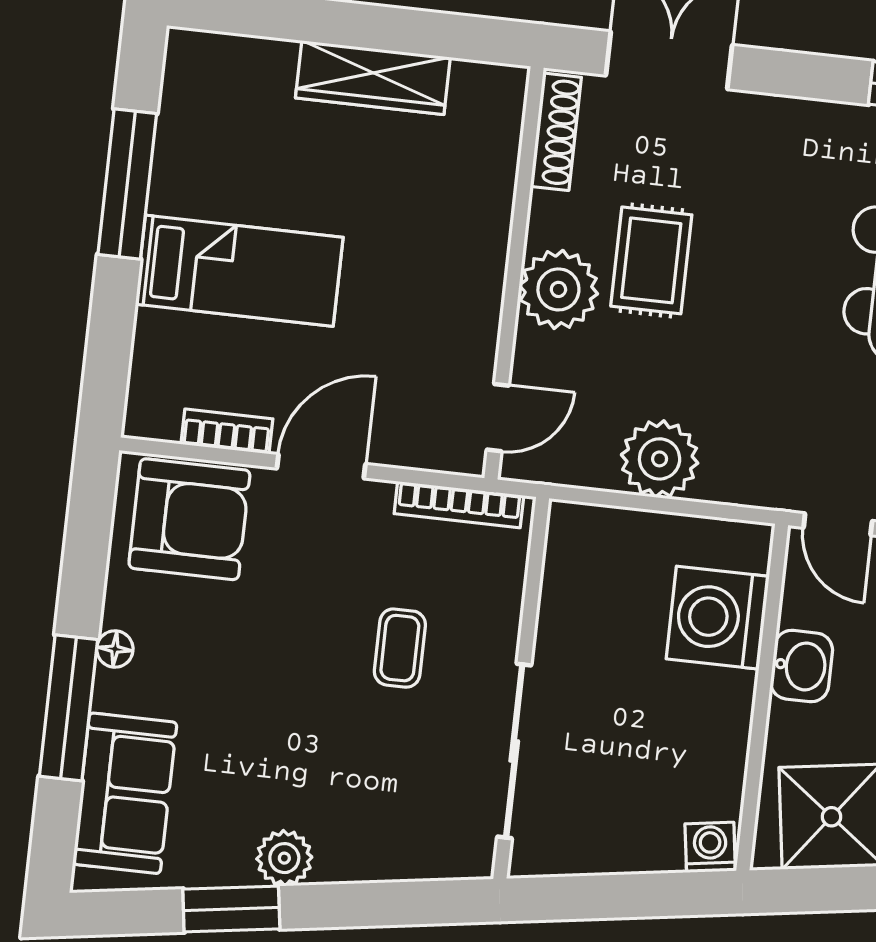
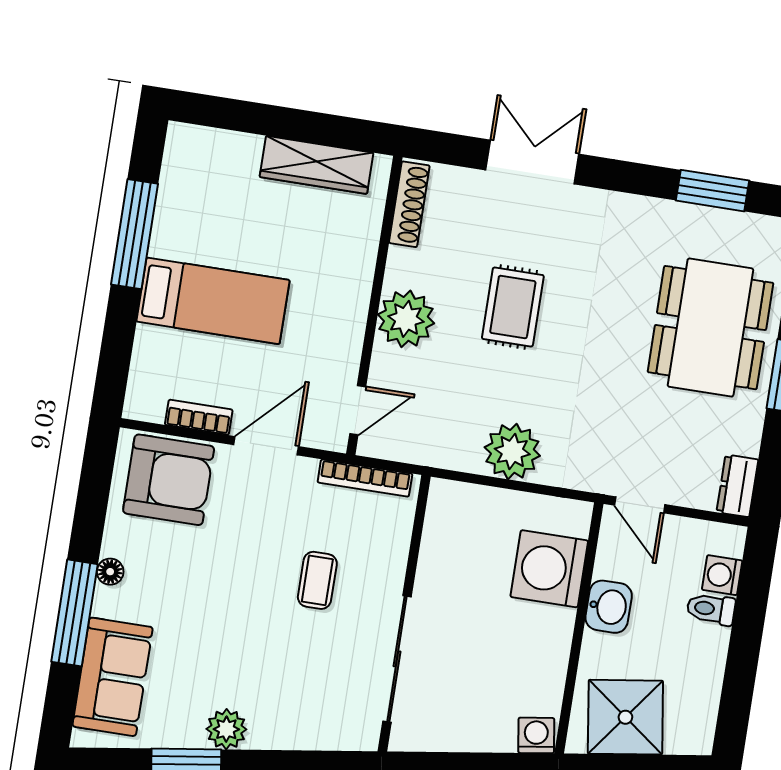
shoe rack: (556, 132) -> (409, 204), moved
wall: (514, 273) -> (374, 305), moved
plant: (558, 289) -> (406, 319), moved
door: (498, 418) -> (358, 410), moved

